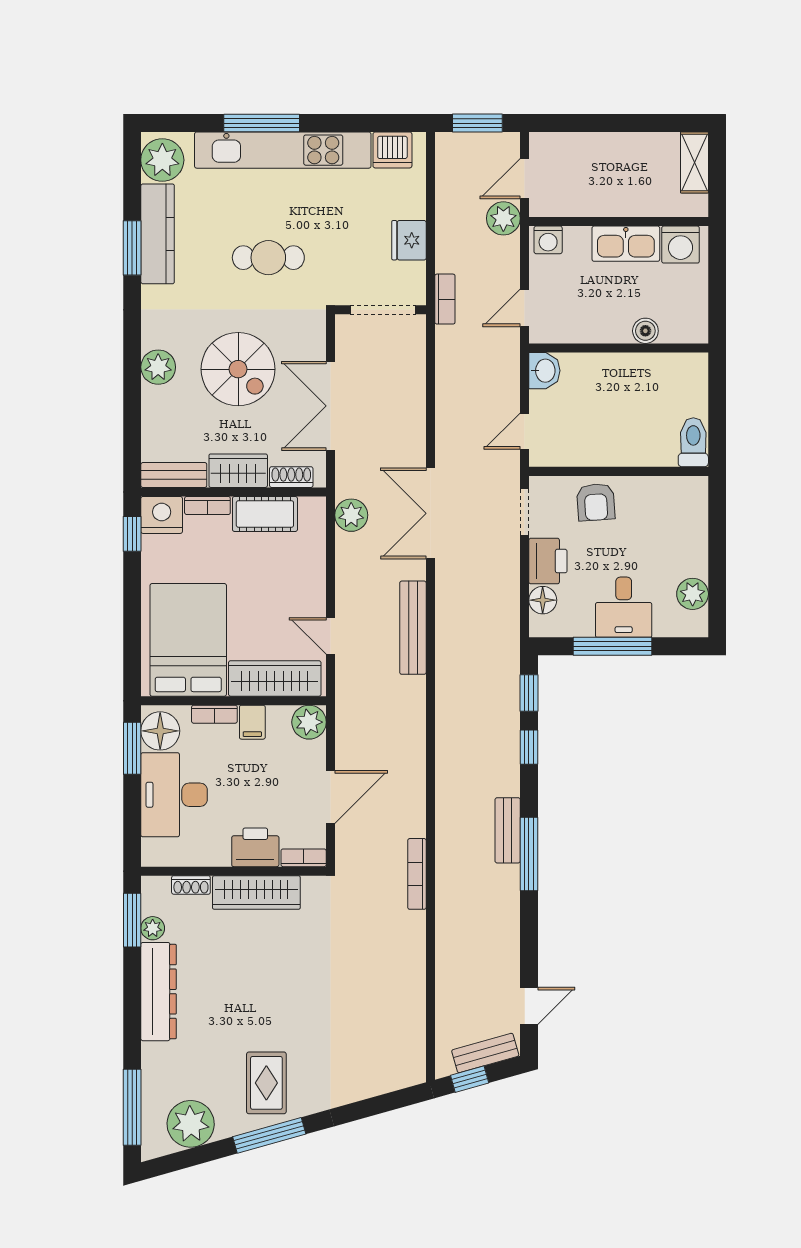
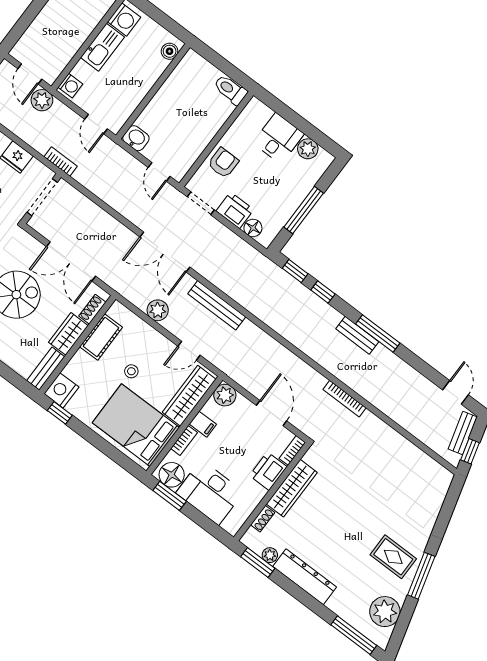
boiler: (645, 331) -> (170, 51), moved
armchair: (596, 502) -> (223, 163), turned -86
bookcase: (207, 506) -> (74, 363), removed
plant: (351, 515) -> (158, 310), moved
stool: (251, 584) -> (131, 371), added
desk: (624, 607) -> (278, 138), moved, turned -90

